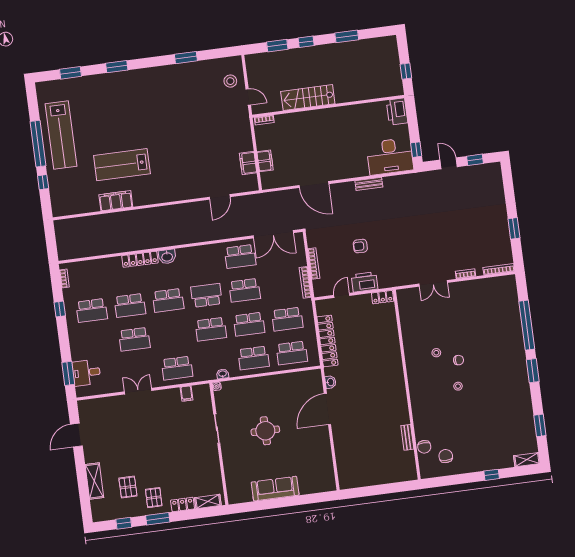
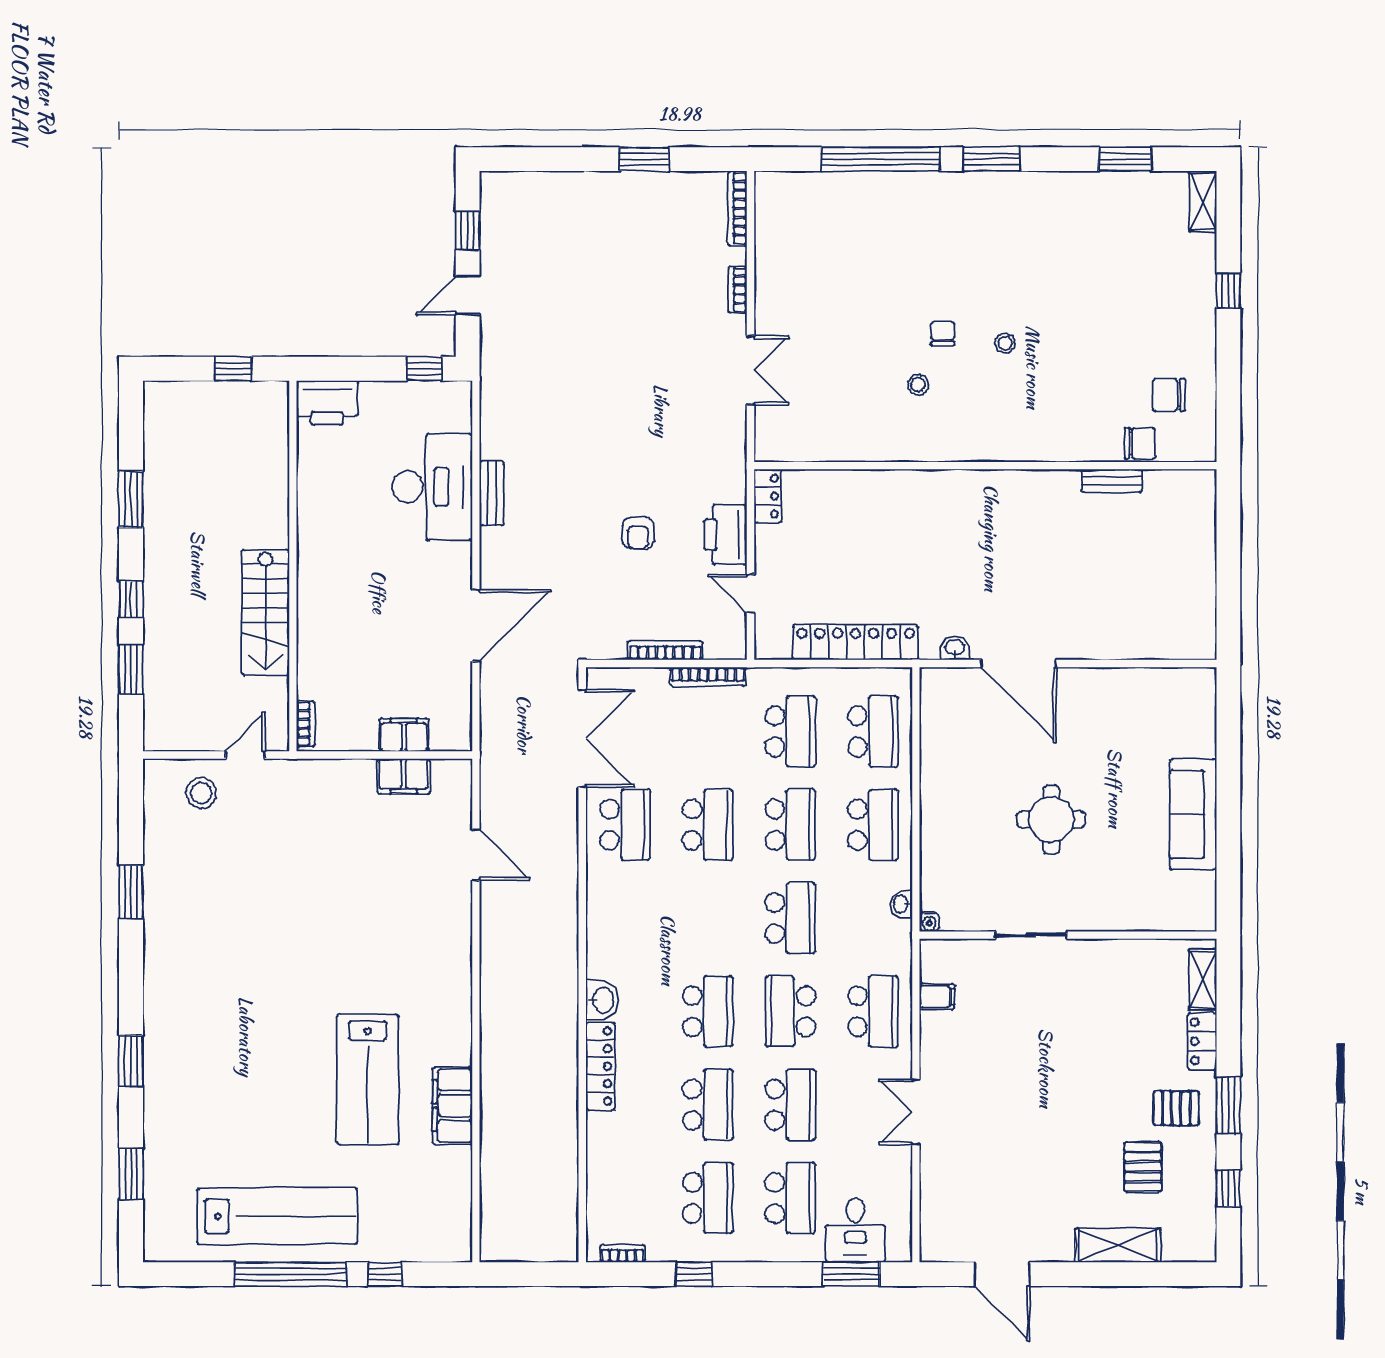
desk: (390, 156) -> (432, 487), moved
school desk: (206, 295) -> (790, 1011), moved
school desk: (96, 344) -> (790, 1198), added
pallet: (128, 487) -> (1143, 1167), turned 90

